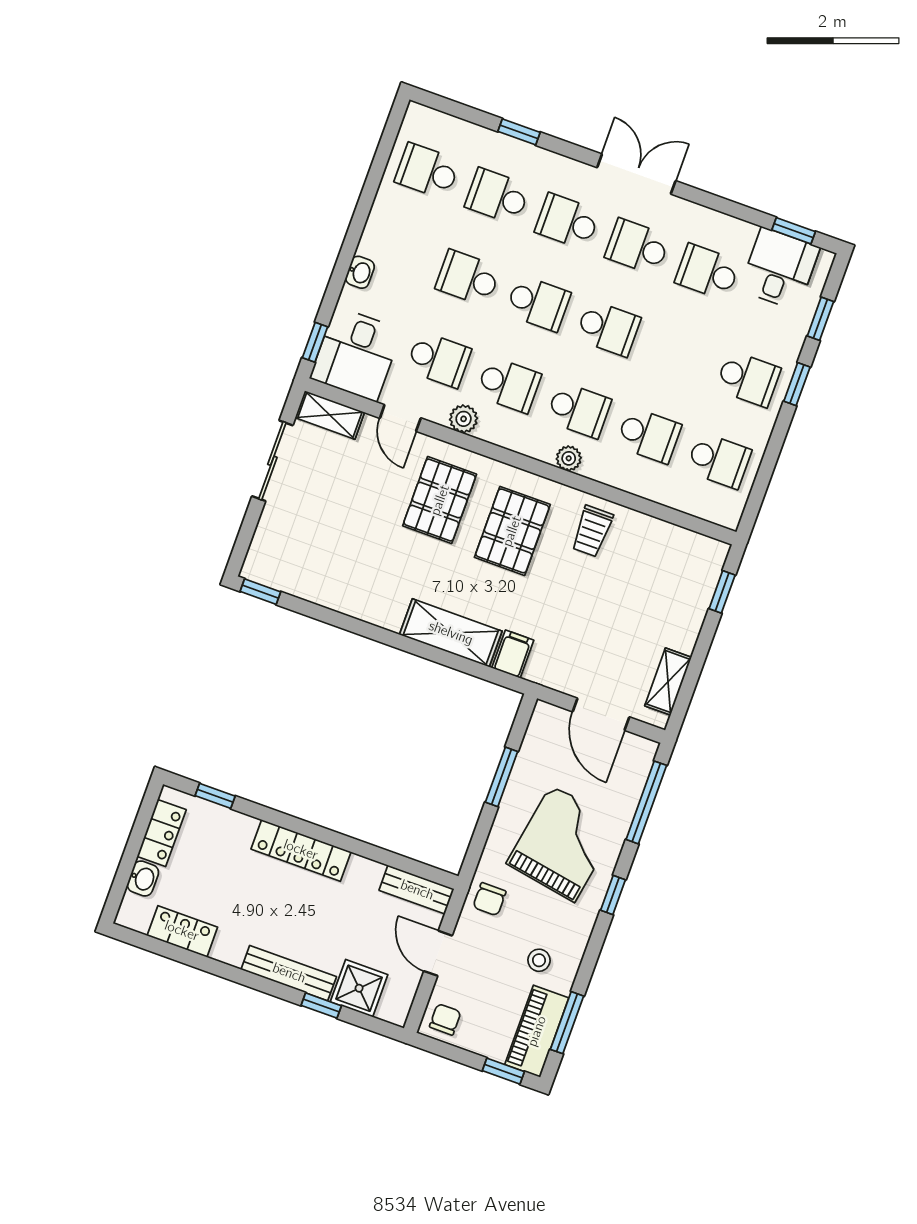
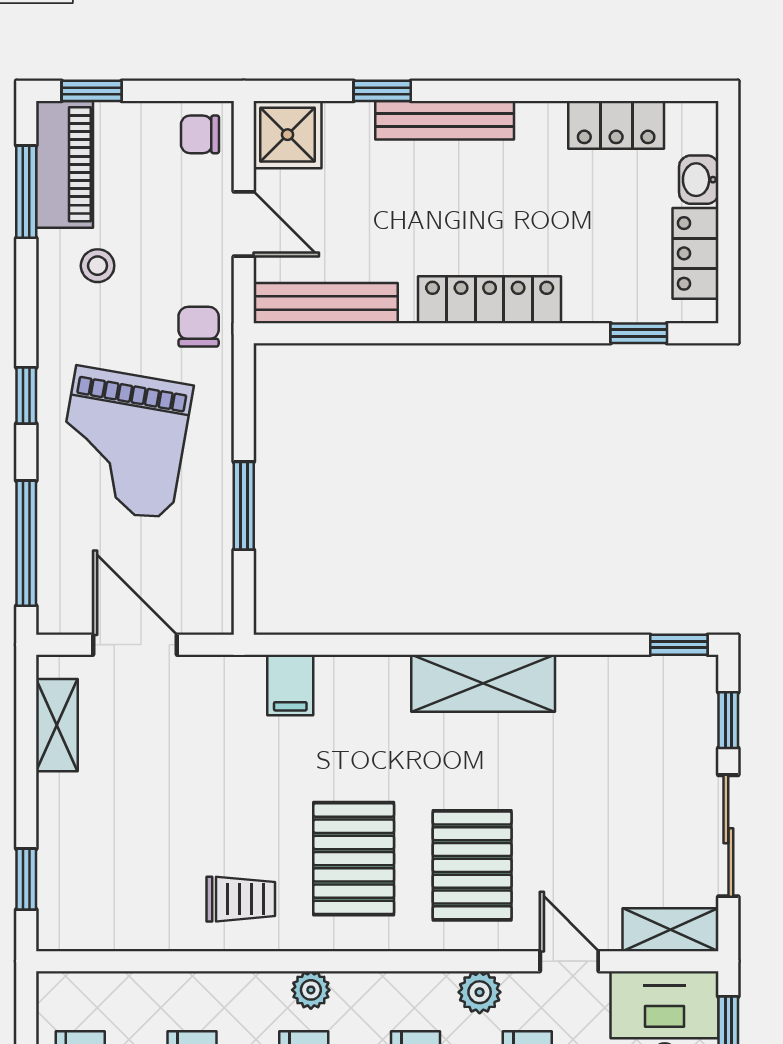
trolley: (592, 531) -> (241, 899), turned 90
window: (246, 533) -> (728, 720), added
shelving: (451, 633) -> (483, 683), moved
bench: (417, 890) -> (326, 303), width x1.36
shower: (359, 988) -> (288, 135), moved
chair: (445, 1019) -> (200, 134), turned 90

